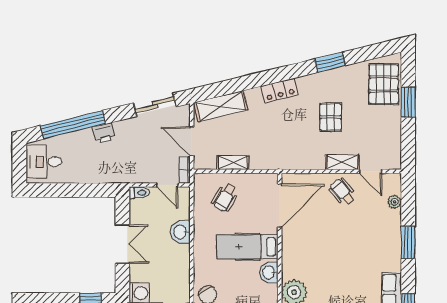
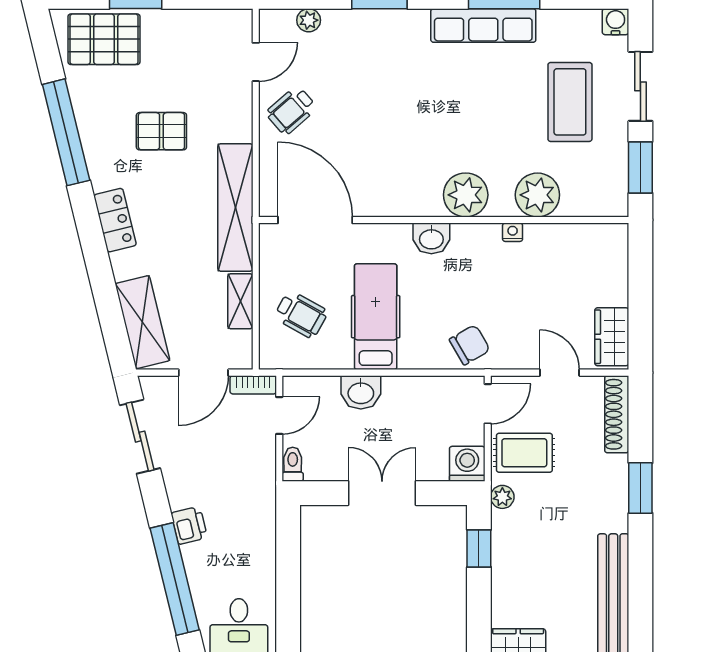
window: (330, 62) -> (66, 132), width x2.11
shelving: (342, 162) -> (235, 207), moved, width x2.20, depth x1.33
hospital bed: (247, 247) -> (376, 317), moved, turned 180

